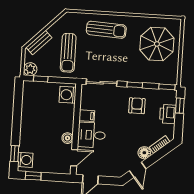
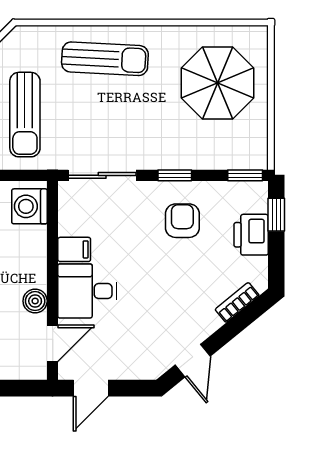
floor lamp: (144, 153) -> (205, 322), removed

